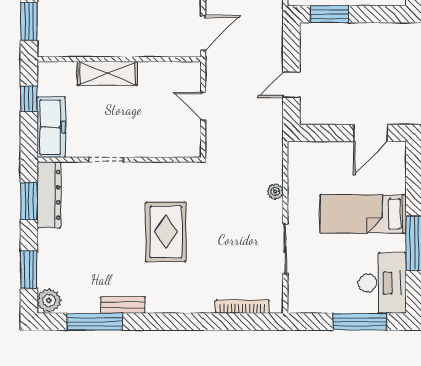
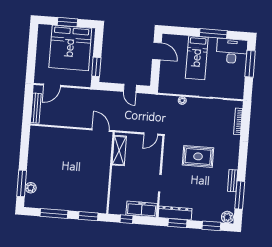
shelving: (107, 73) -> (119, 151), moved
door: (203, 106) -> (151, 134), moved

